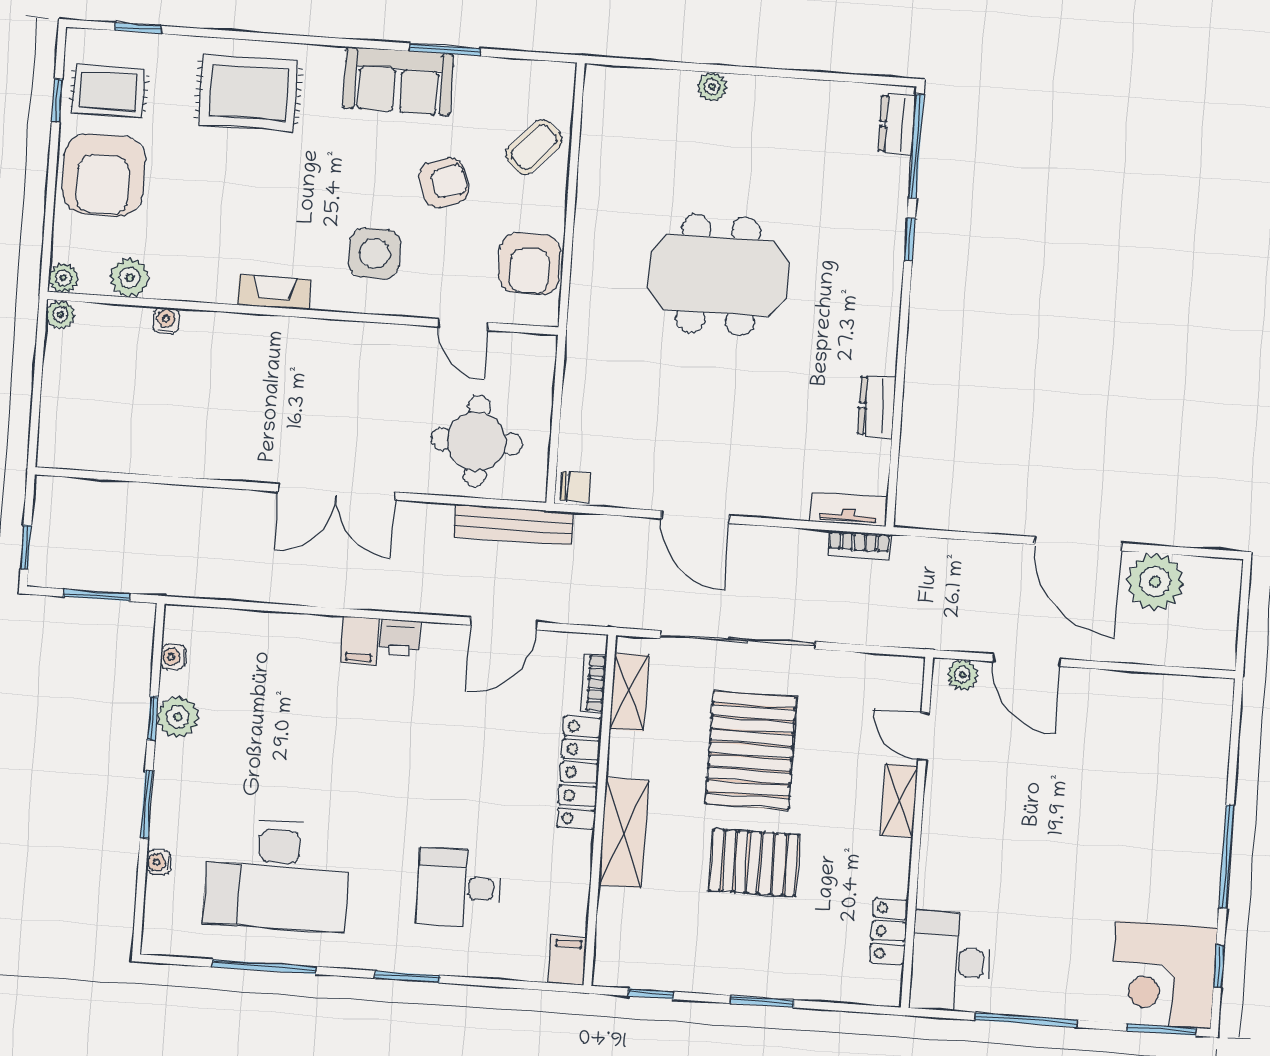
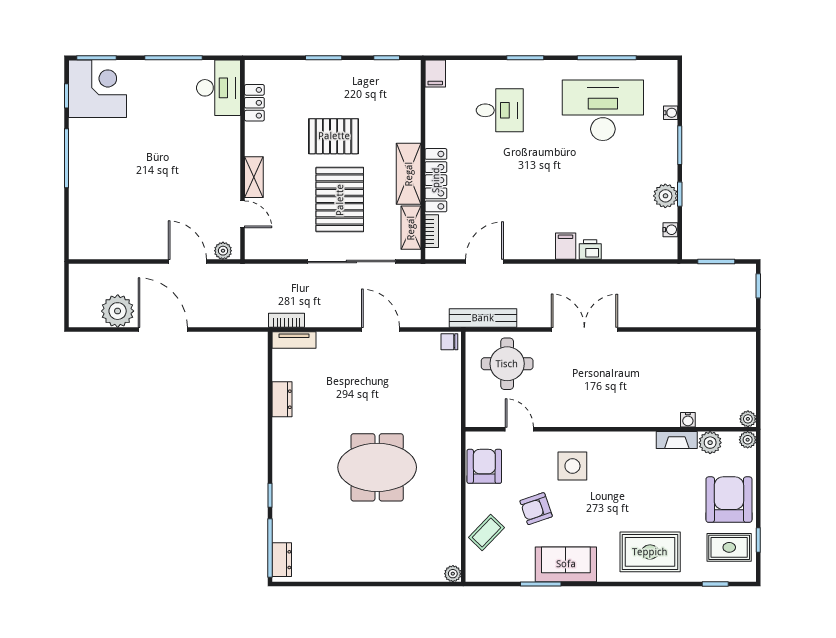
plant: (712, 87) -> (453, 574), moved
fireplace: (274, 292) -> (677, 440), moved
printer: (400, 638) -> (590, 250), moved
shelving: (624, 833) -> (409, 174), moved

